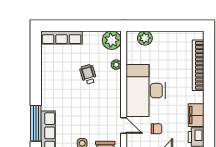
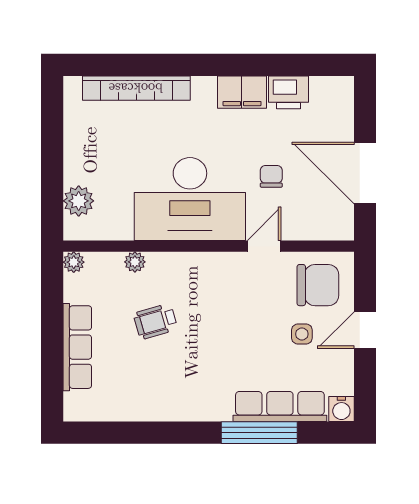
row of seats: (62, 37) -> (77, 347), moved
plant: (112, 40) -> (74, 262), width x0.53, depth x0.53

